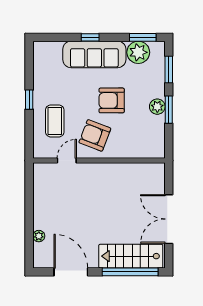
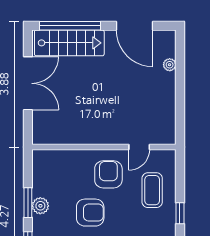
armchair: (95, 135) -> (108, 174), turned -111

